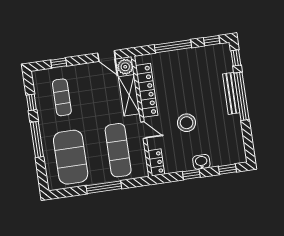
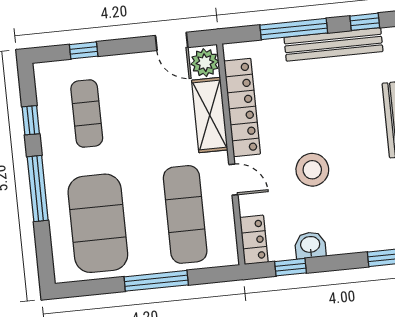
bench: (195, 54) -> (333, 44), added
washbasin: (201, 162) -> (310, 245), moved
window: (191, 174) -> (290, 267), moved

